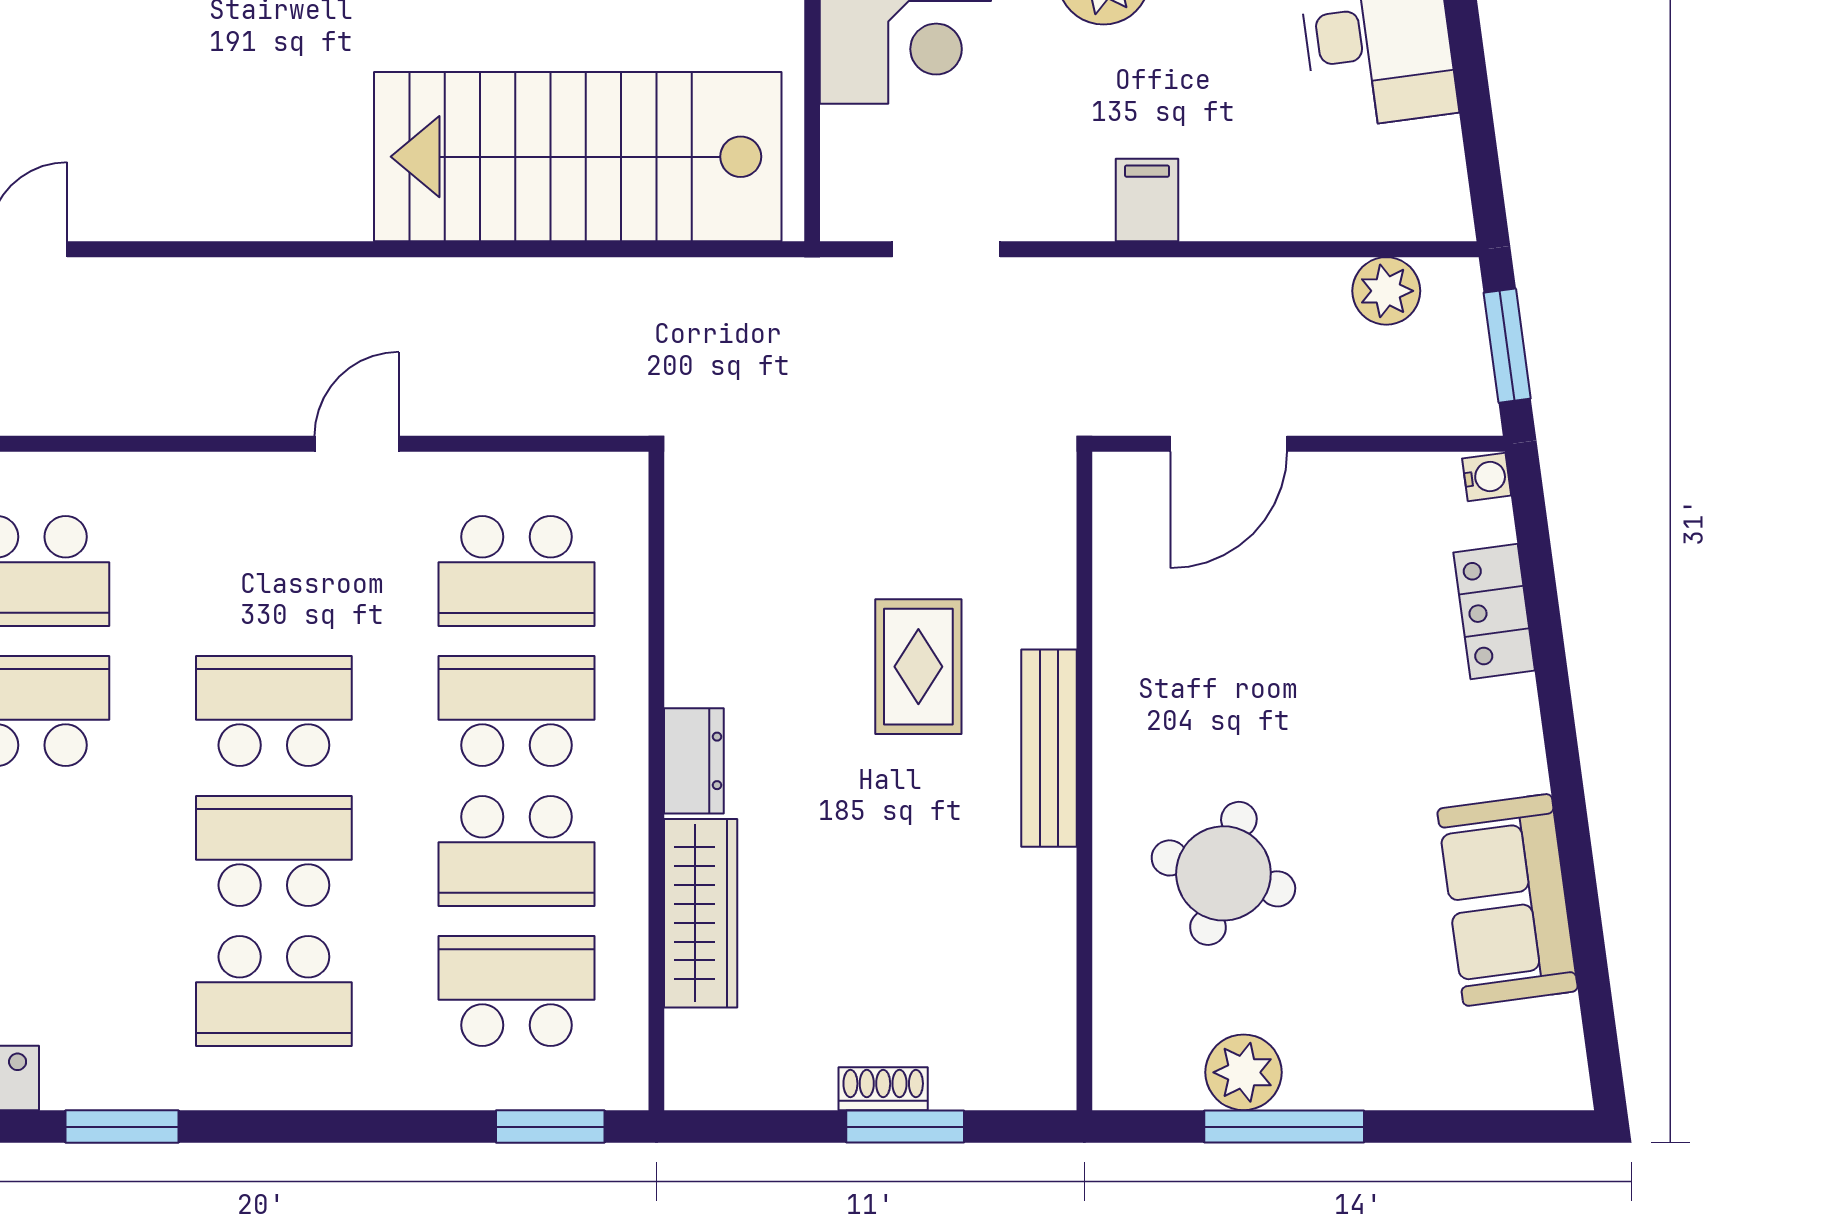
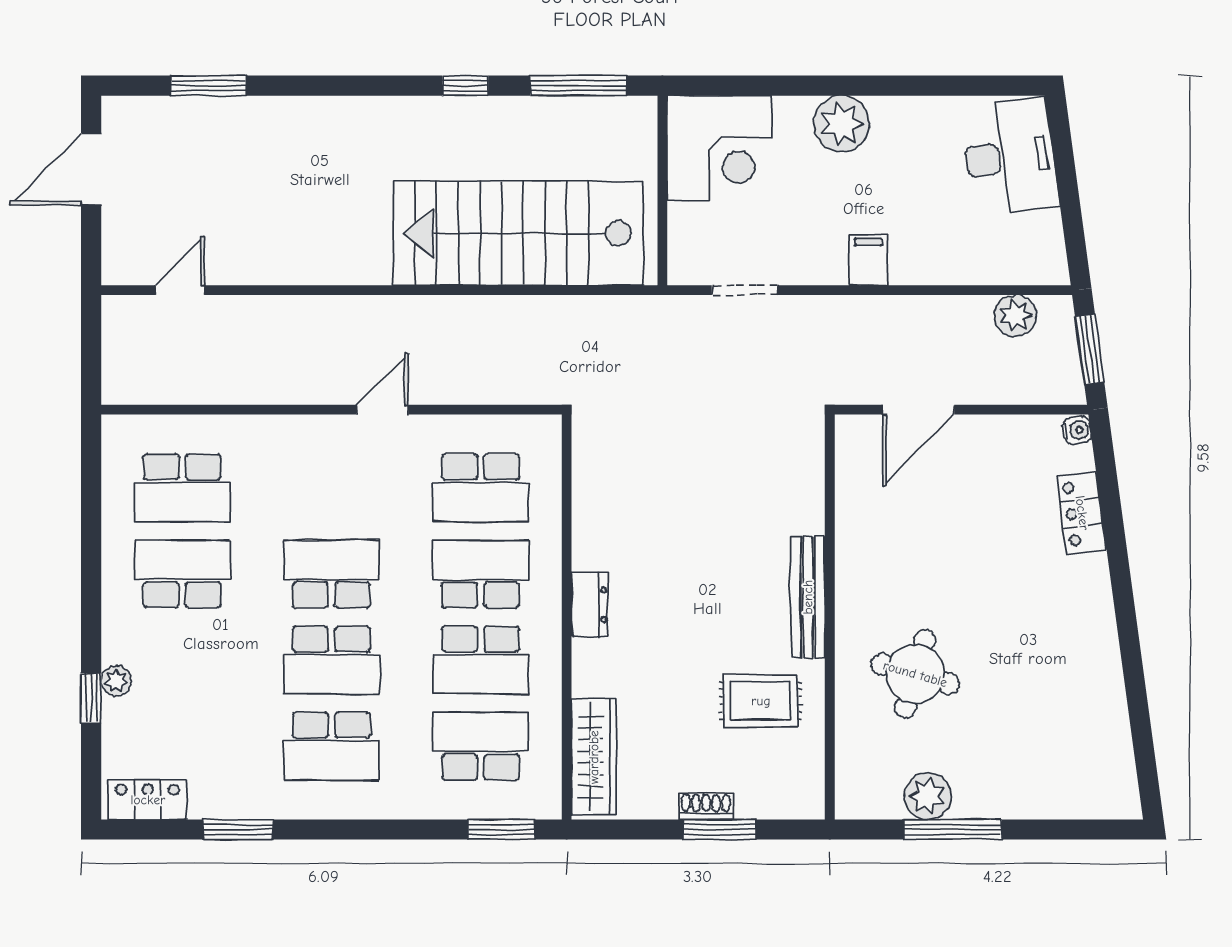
rug: (918, 667) -> (761, 701), moved, turned 90
school desk: (274, 851) -> (331, 660), turned 180
sofa: (1507, 900) -> (1090, 690), removed
wardrobe: (701, 913) -> (594, 757), moved

